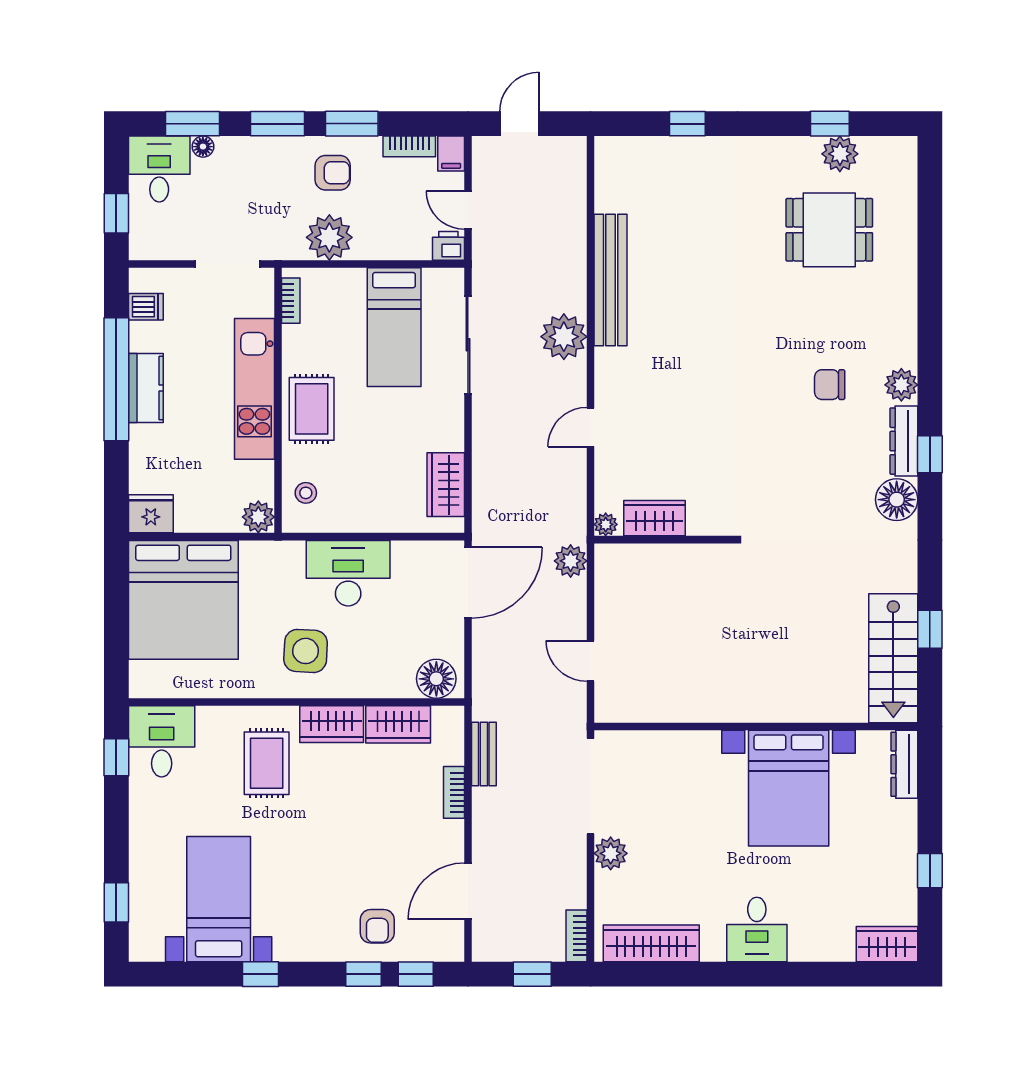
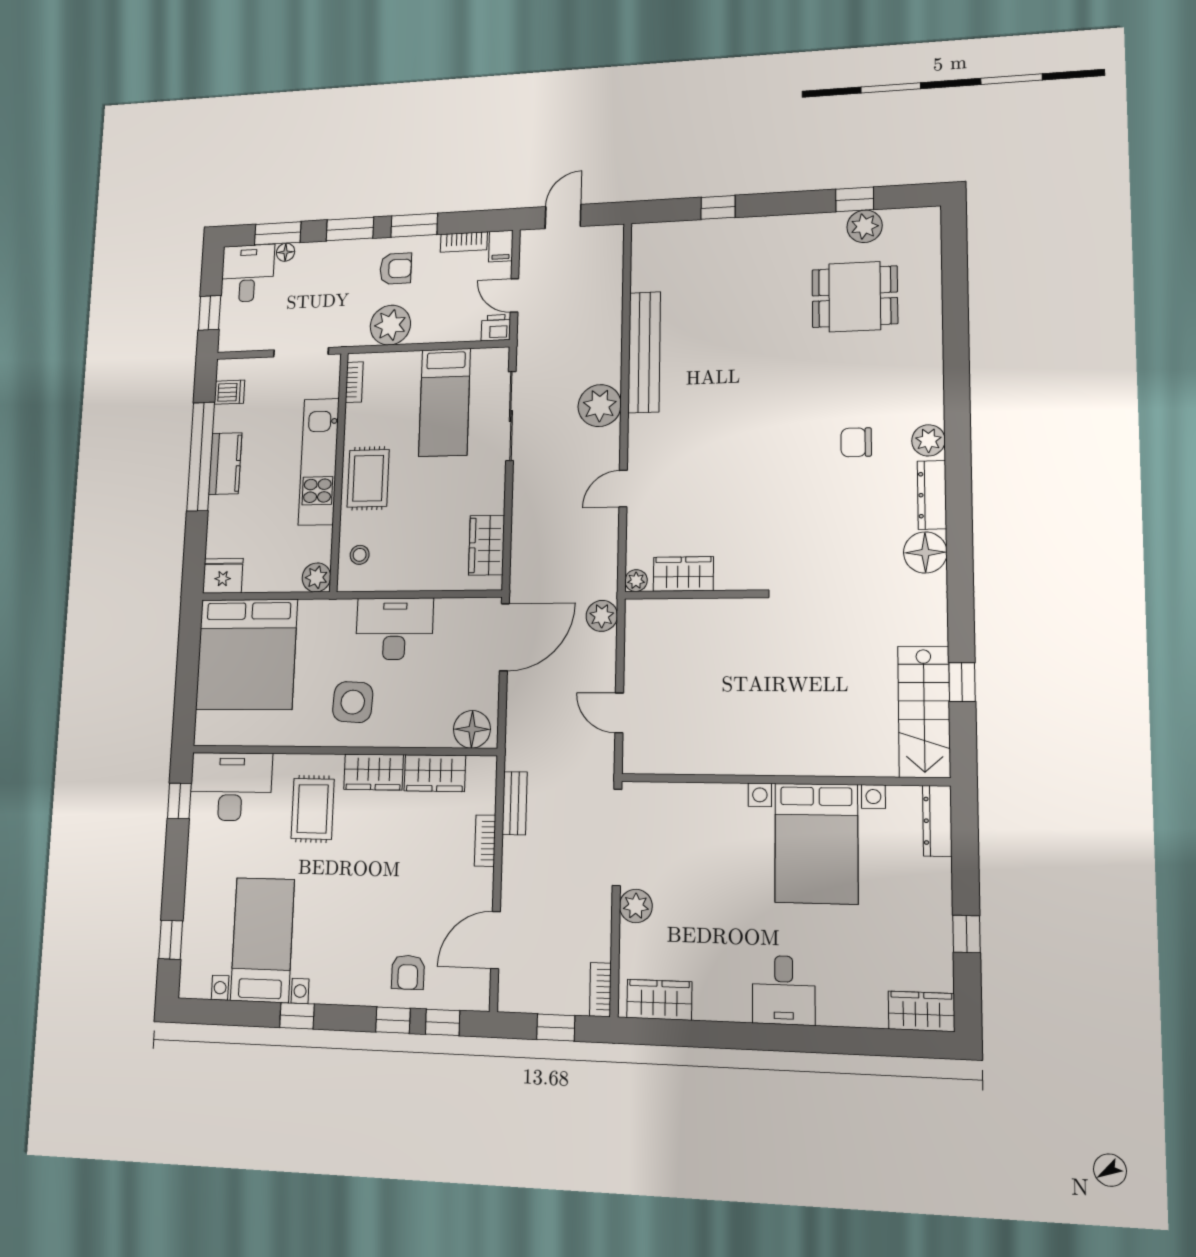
window: (930, 454) -> (959, 507), removed
desk: (162, 741) -> (231, 787), width x1.37
wardrobe: (651, 943) -> (659, 1000), width x0.67

